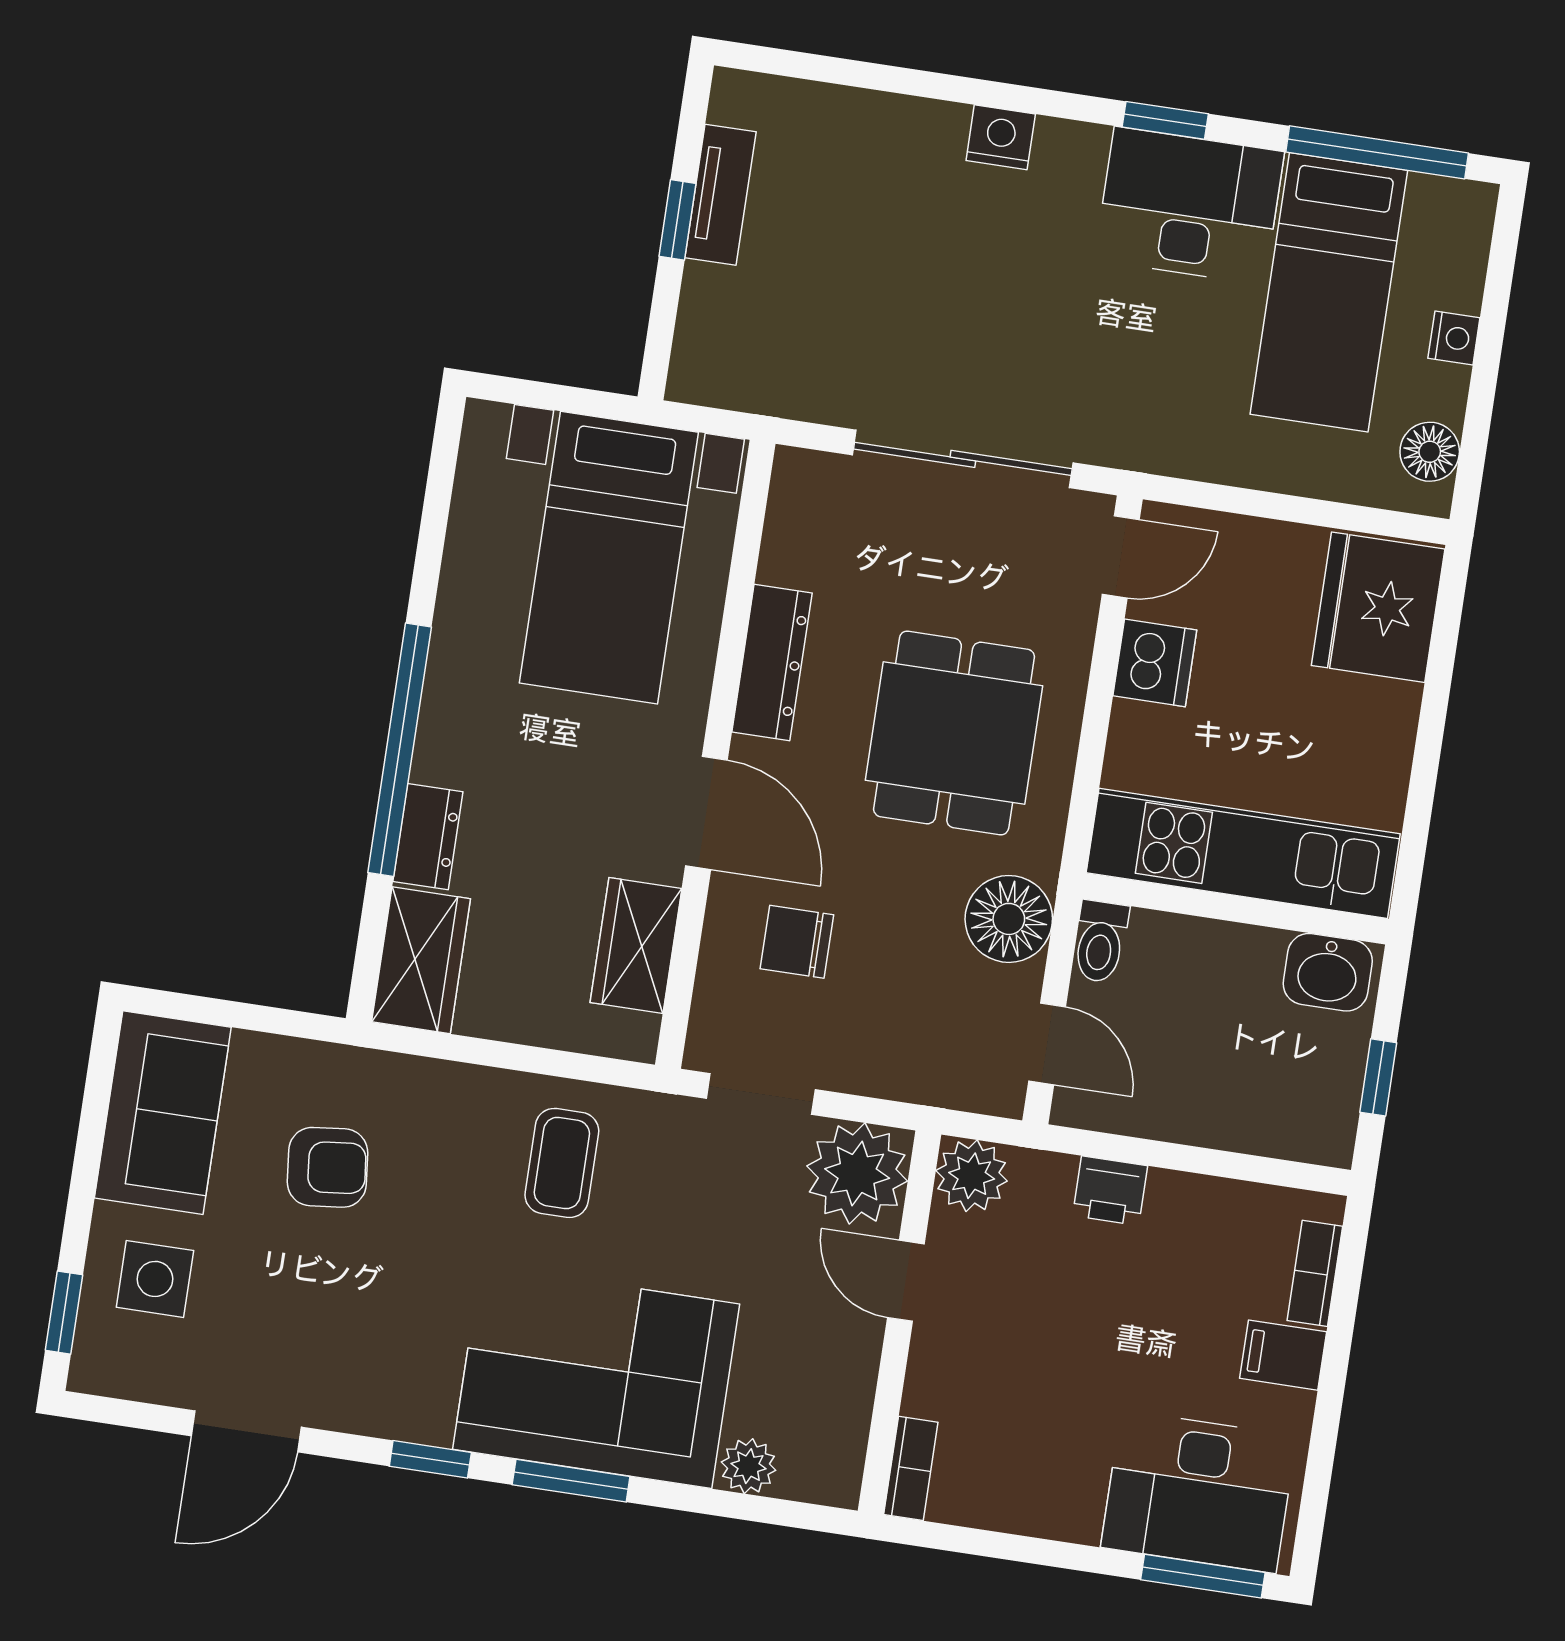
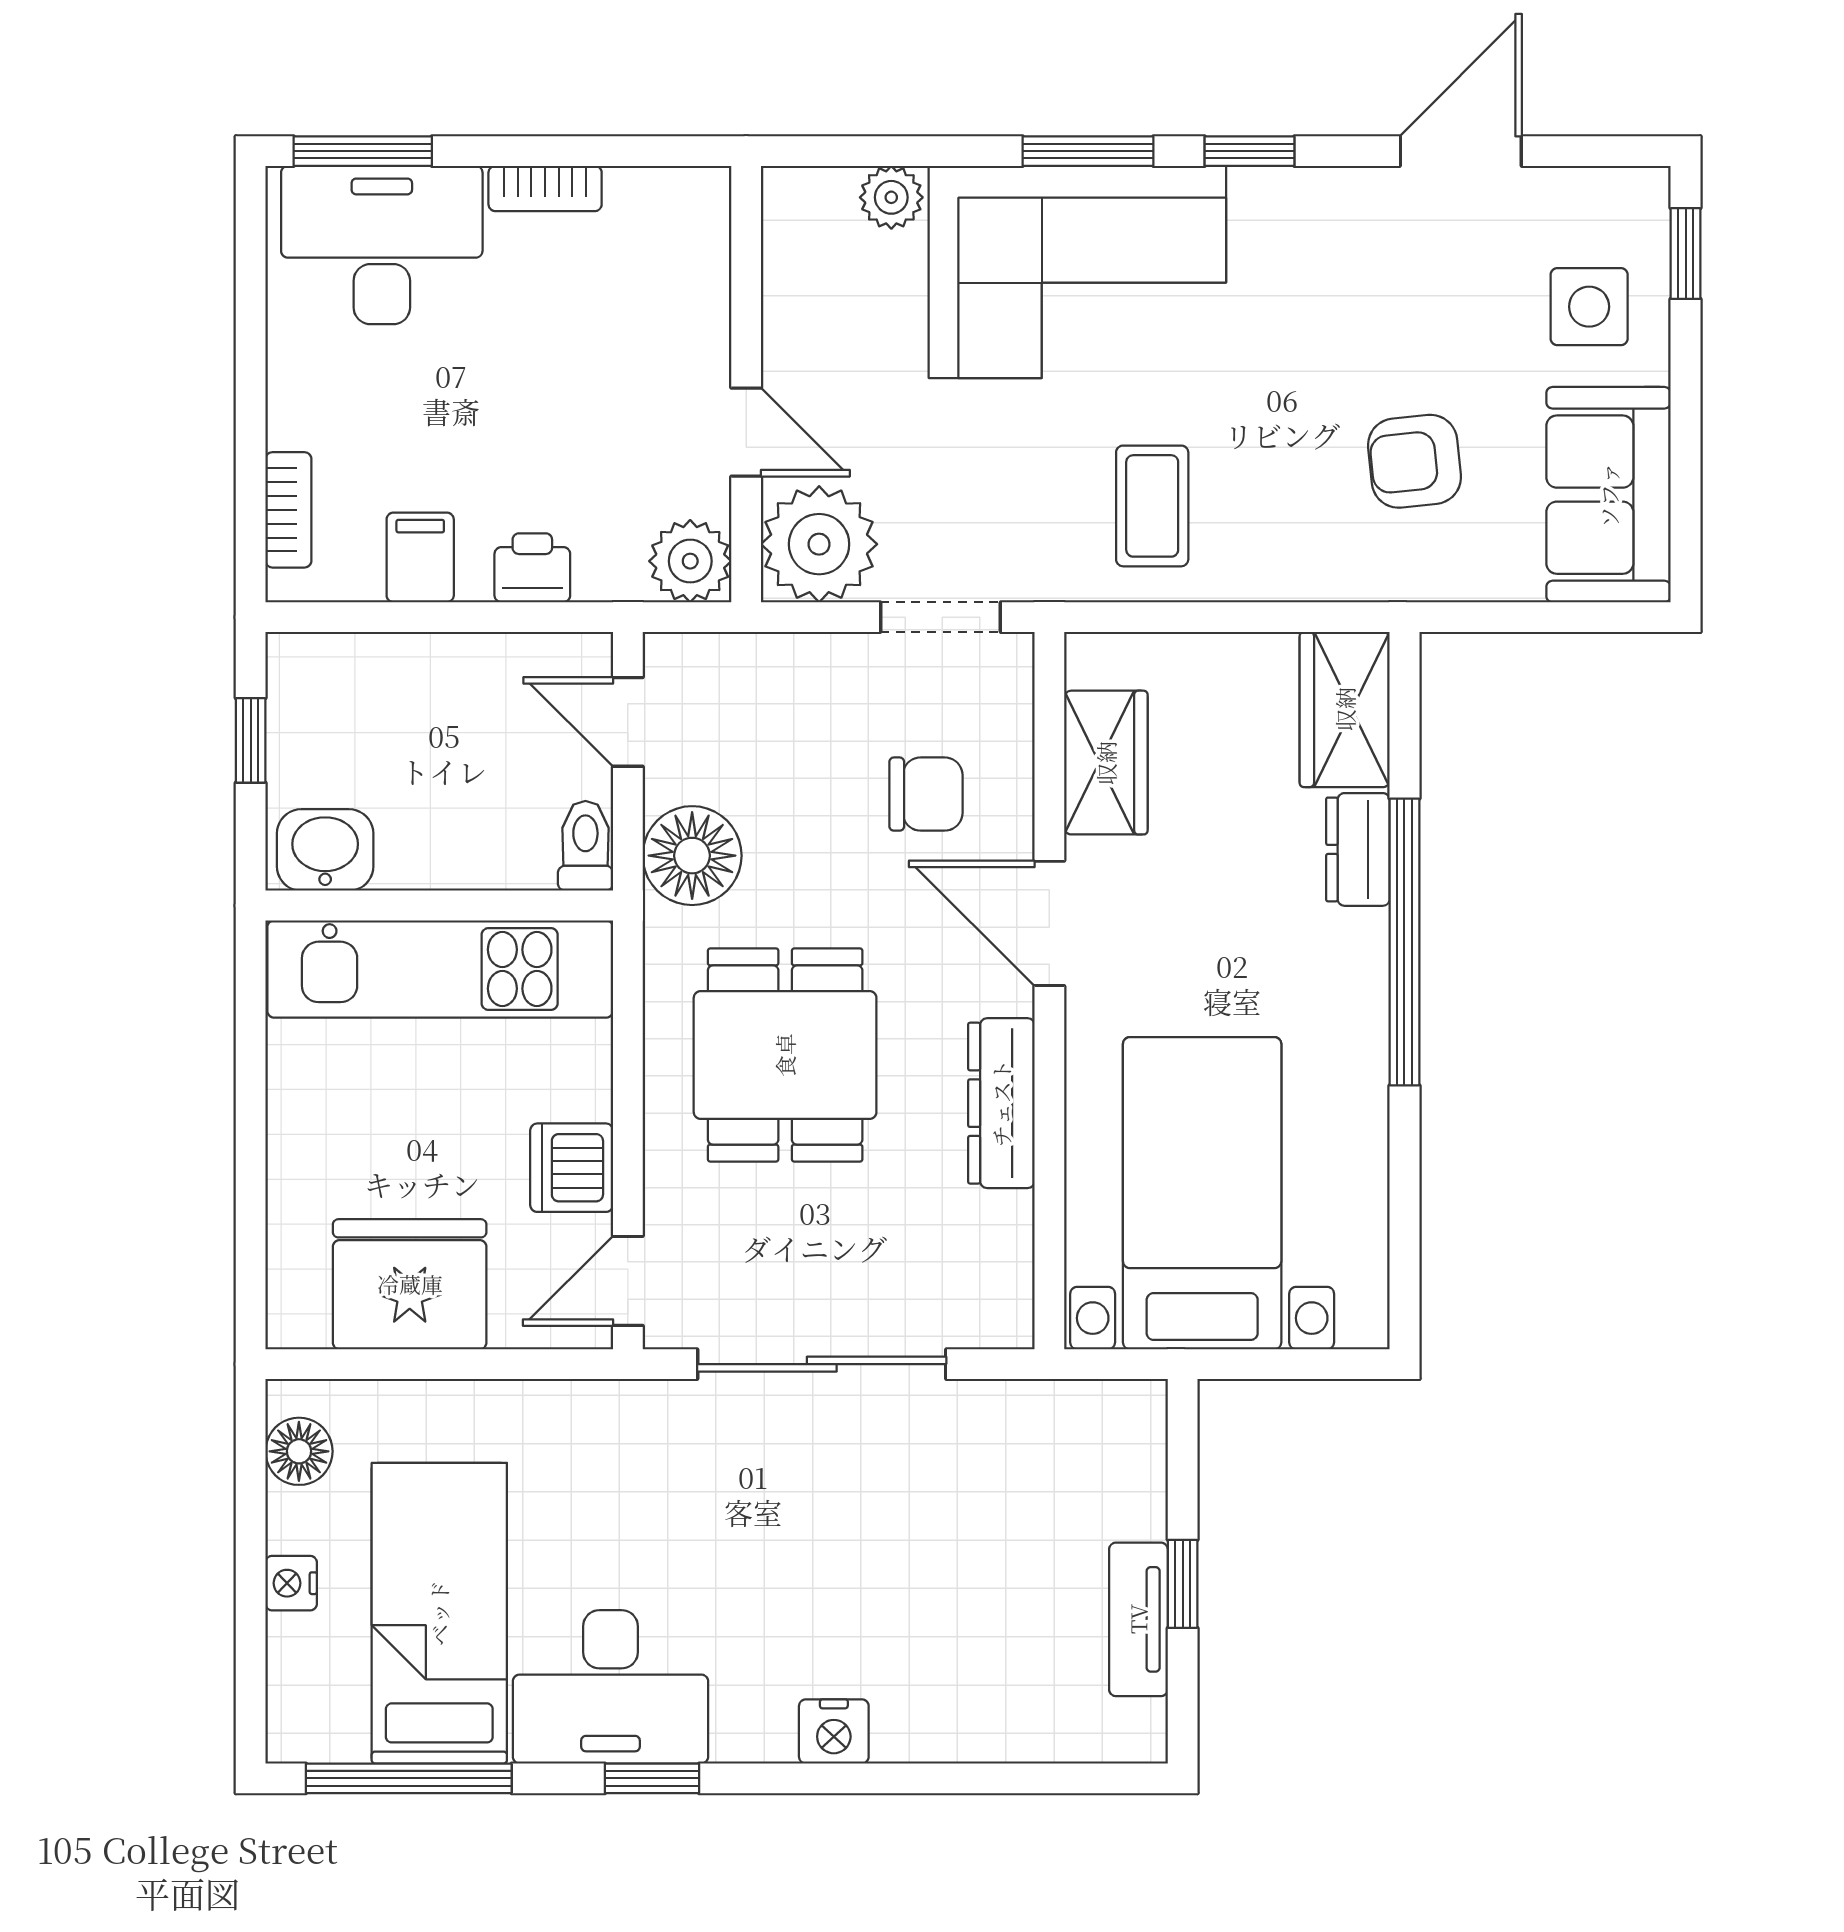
fridge: (1378, 607) -> (410, 1284), moved, turned -90
filing cabinet: (1283, 1355) -> (420, 557), moved, turned -90
bookcase: (911, 1468) -> (545, 188), moved, turned -90

